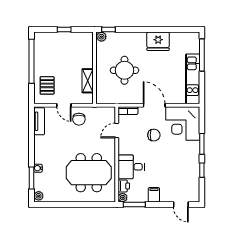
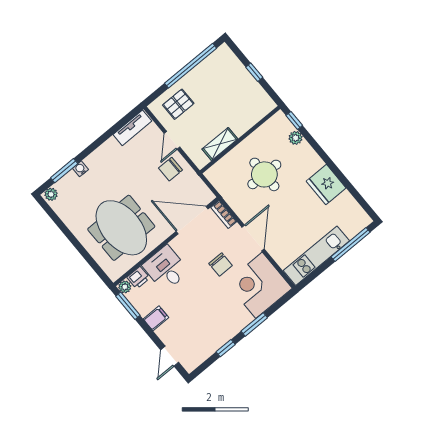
plant: (101, 37) -> (296, 138), moved
door: (117, 130) -> (192, 220), width x1.88

